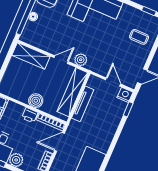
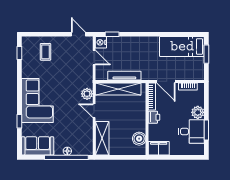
door: (113, 82) -> (94, 58), swing flipped
boiler: (36, 101) -> (139, 139), moved

